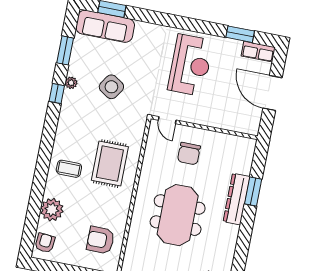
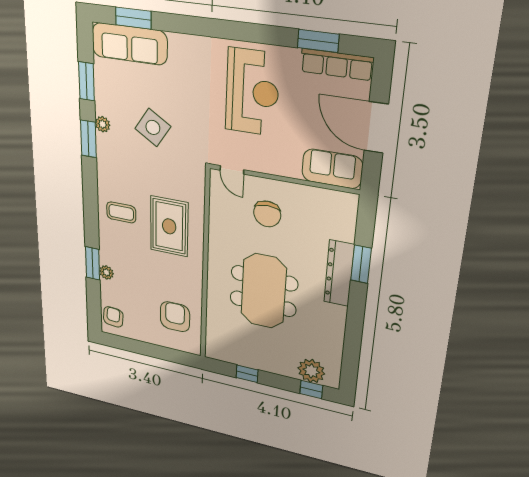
row of seats: (258, 52) -> (337, 64), width x1.48
window: (57, 93) -> (88, 139), width x1.50
sofa: (240, 121) -> (332, 169), added
coffee table: (69, 169) -> (121, 212), moved
window: (37, 196) -> (93, 263), added
plant: (52, 210) -> (106, 272), width x0.53, depth x0.53
armchair: (101, 240) -> (175, 317), turned 90

